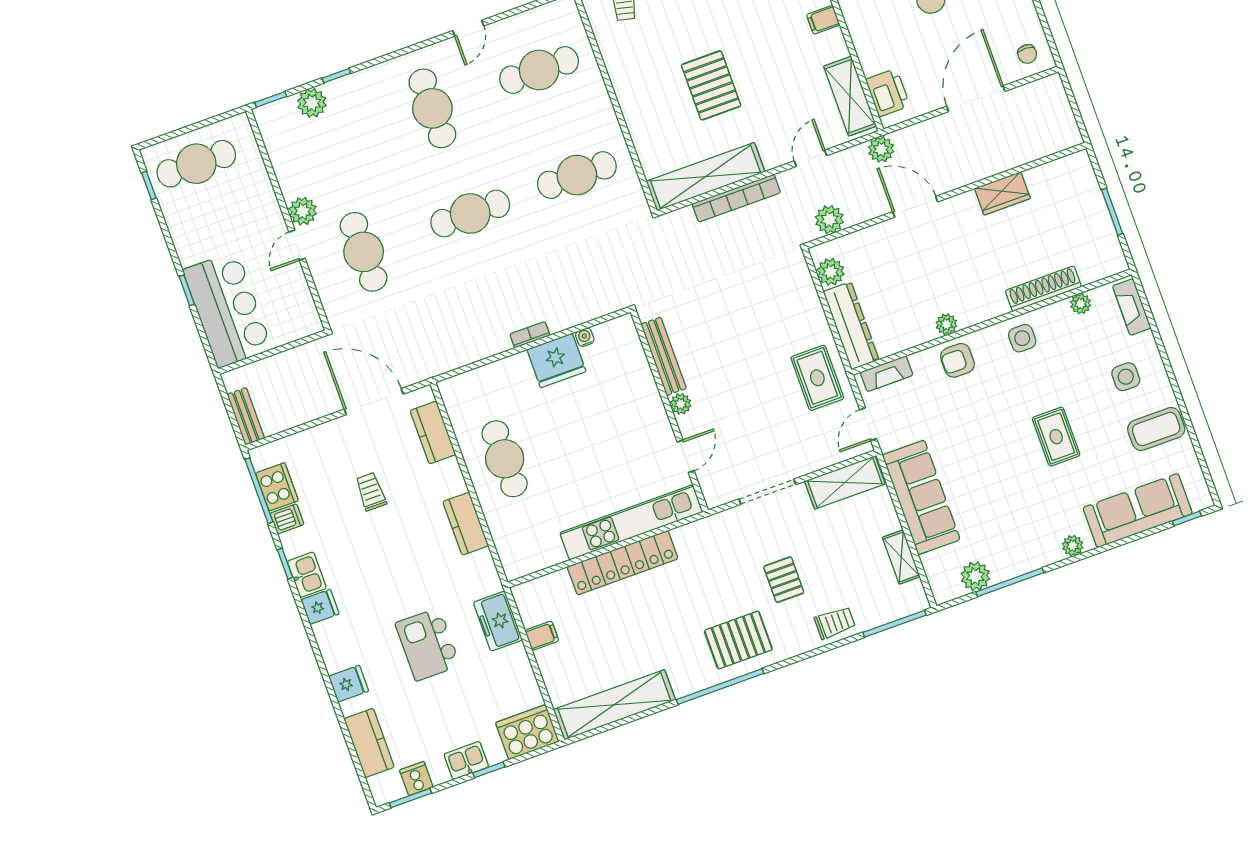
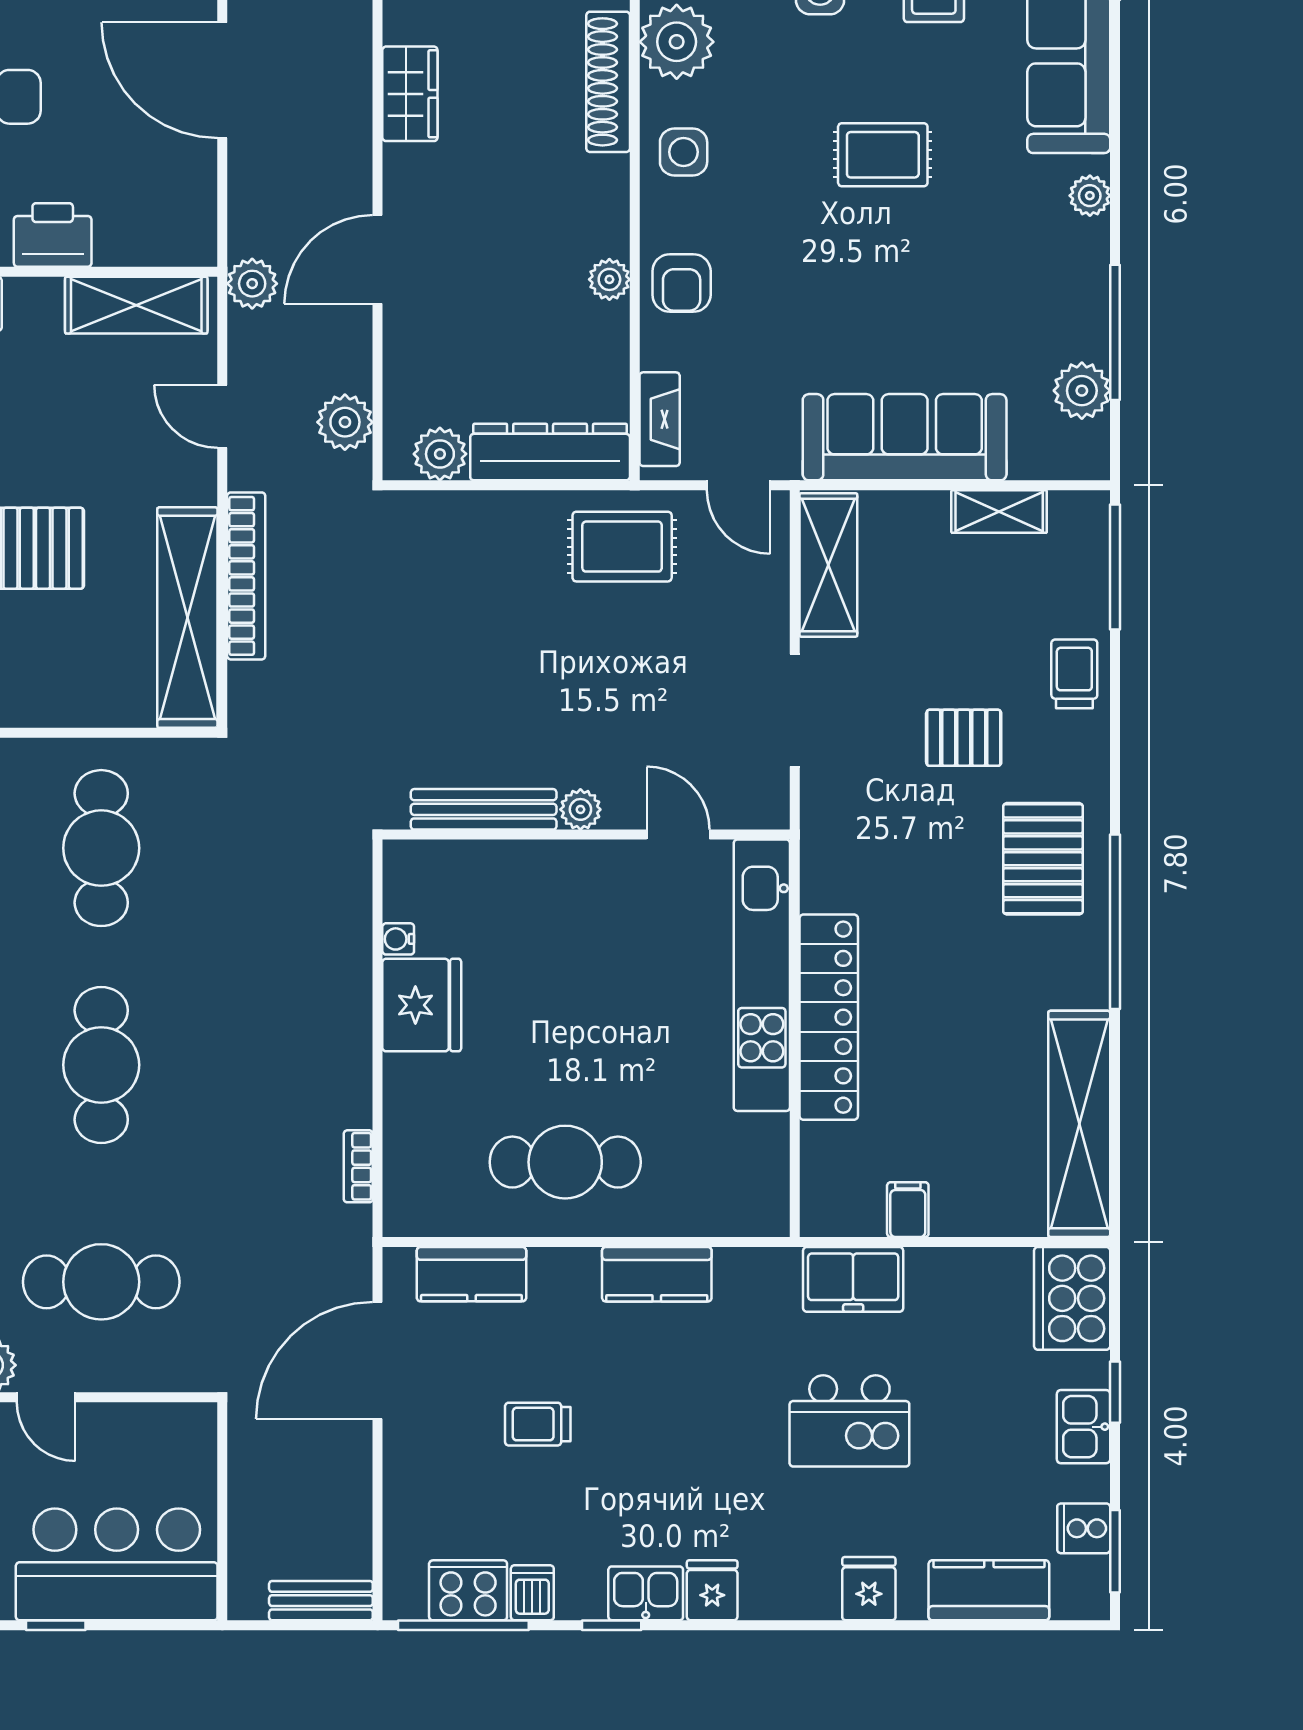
printer: (888, 93) -> (53, 235), moved
plant: (1081, 304) -> (677, 42), width x1.87, depth x1.87
bookcase: (530, 335) -> (358, 1166), moved

